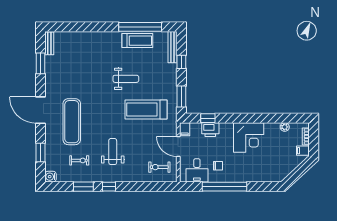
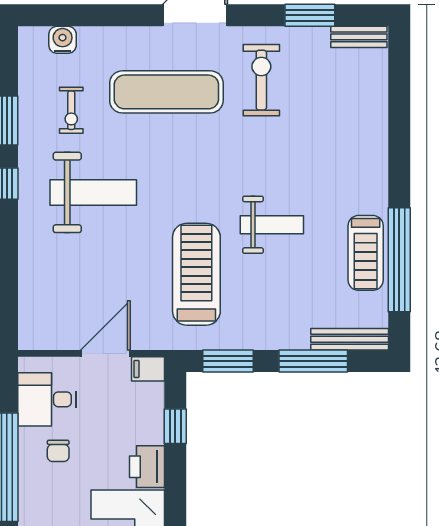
window: (181, 62) -> (313, 361), width x2.17
weight bench: (126, 79) -> (272, 225), turned -90
printer: (210, 130) -> (147, 467), moved
weight bench: (113, 152) -> (93, 192), width x1.36, depth x1.33
window: (41, 153) -> (91, 15), removed
exercise bike: (159, 167) -> (261, 80), moved, width x1.38, depth x1.39
water cooler: (51, 177) -> (63, 40), moved

